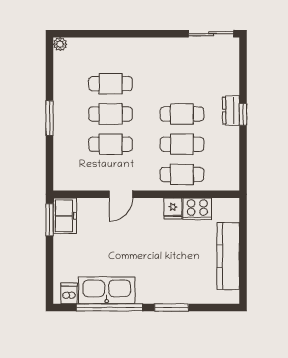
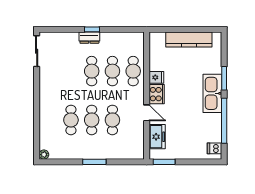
cooker: (197, 209) -> (157, 94), moved
freezer: (65, 216) -> (157, 137), moved, turned 90
kitchen sink: (107, 290) -> (212, 93), moved

